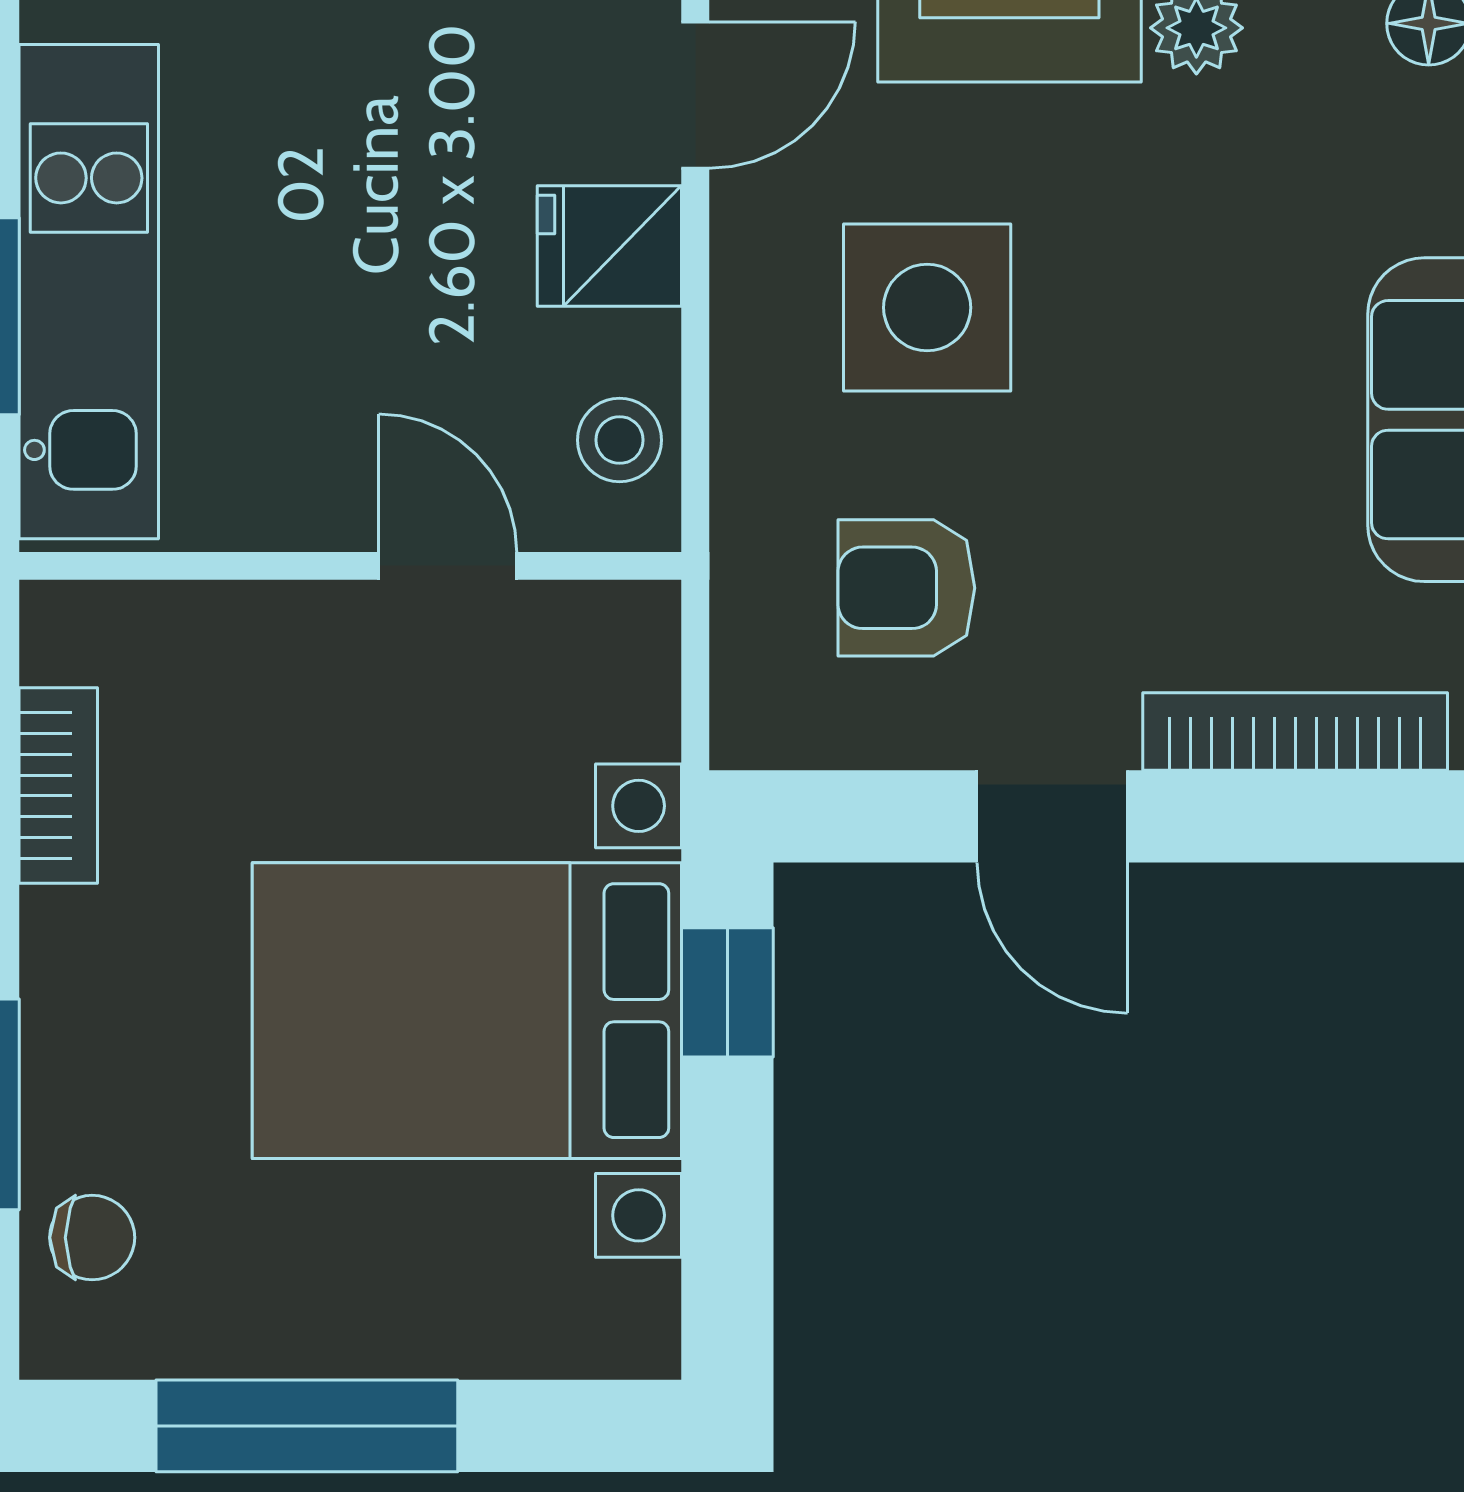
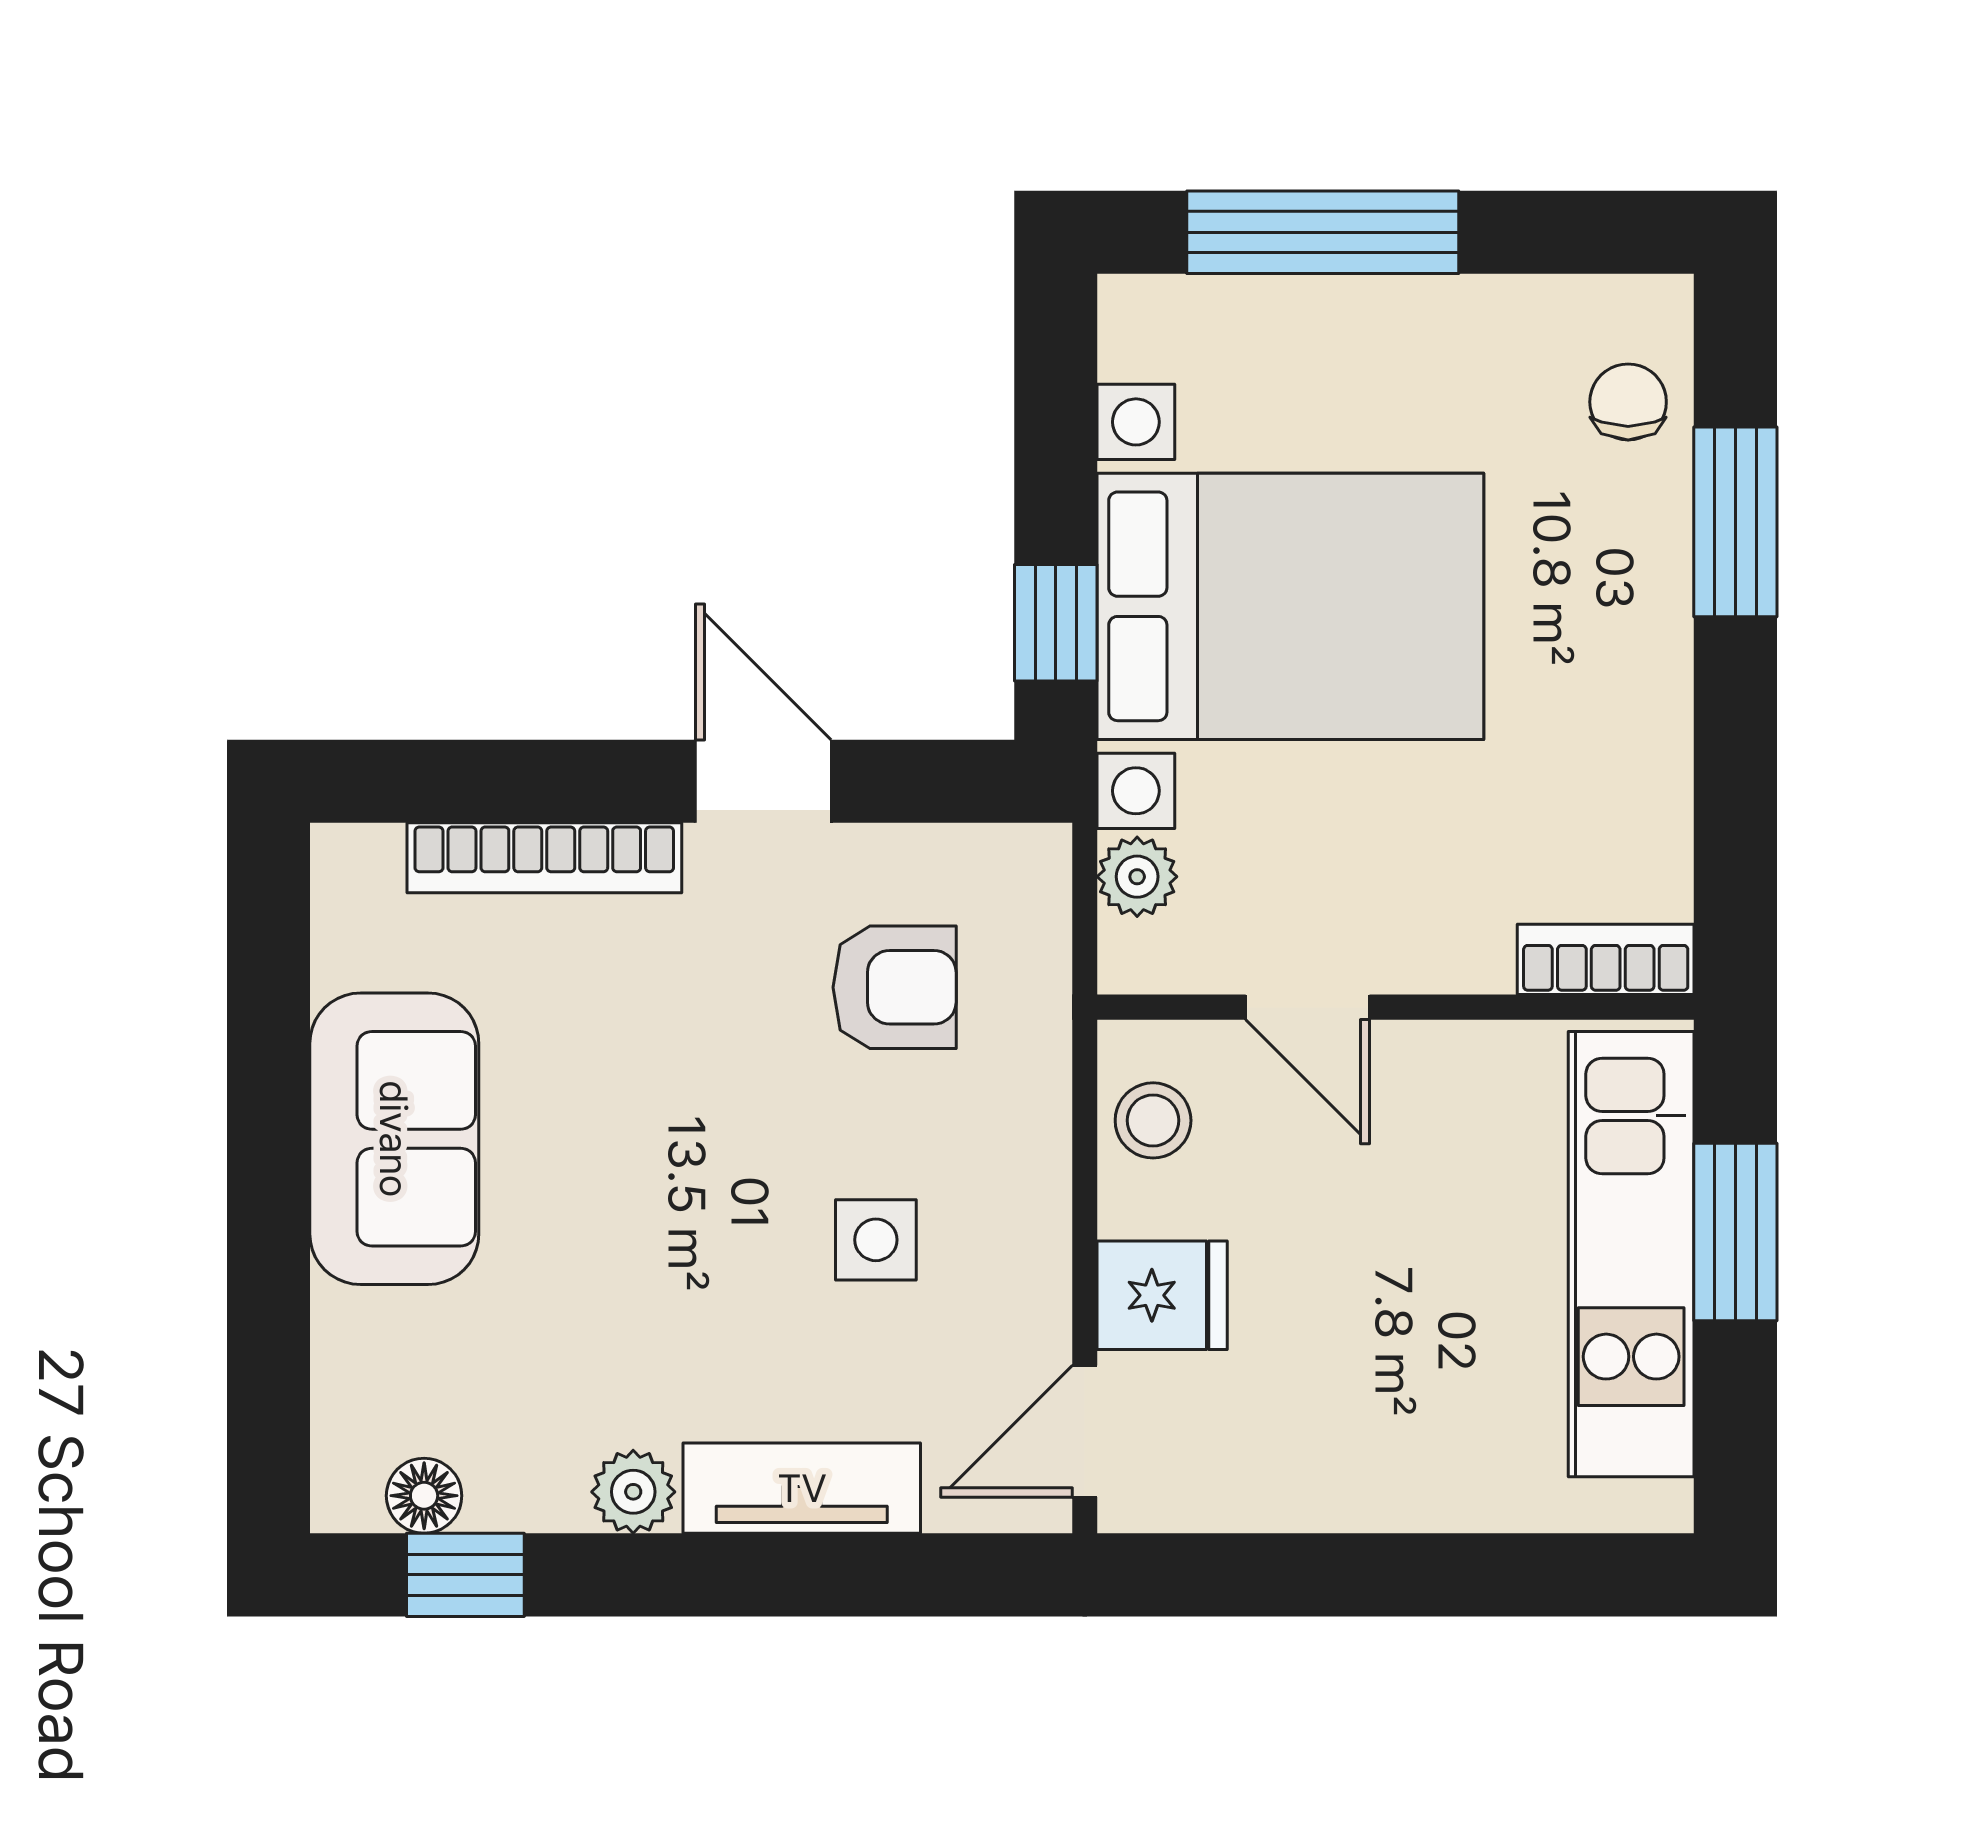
side table: (927, 308) -> (876, 1240), width x0.54, depth x0.54
plant: (637, 711) -> (1137, 877), added
bookcase: (58, 785) -> (1606, 959), moved, turned 90
chair: (92, 1238) -> (1628, 402), turned 90
window: (307, 1426) -> (1323, 232), moved

